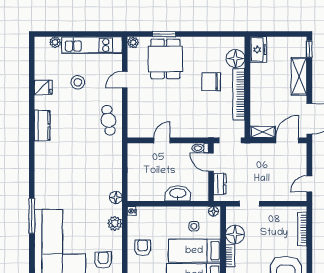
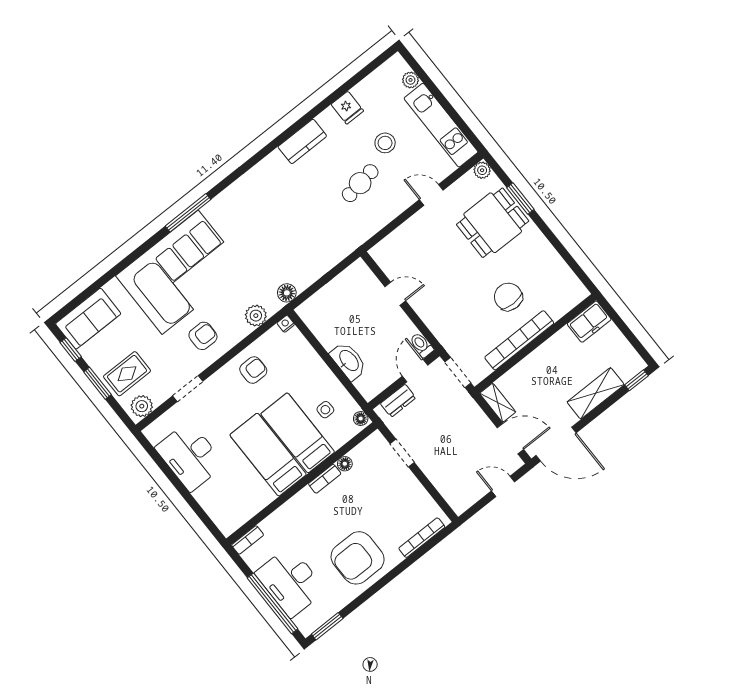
floor lamp: (235, 58) -> (558, 303), removed
cafe table: (108, 120) -> (360, 183), moved
door: (309, 184) -> (503, 486), moved
floor lamp: (235, 234) -> (345, 464), width x0.53, depth x0.53

